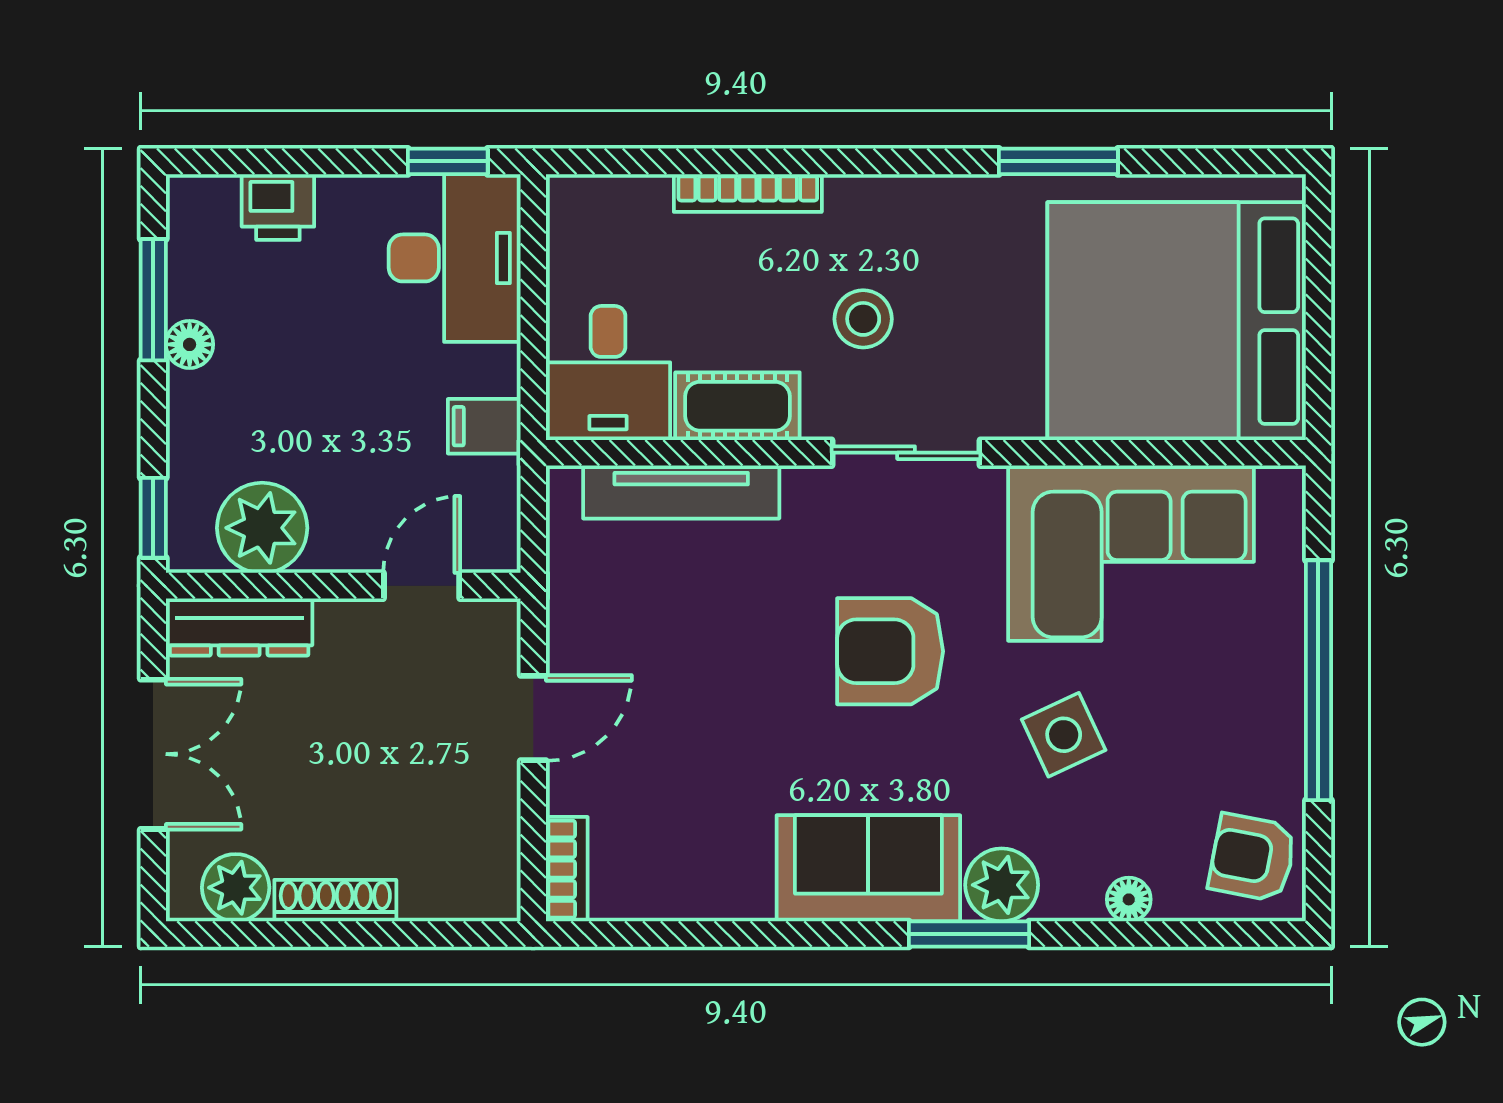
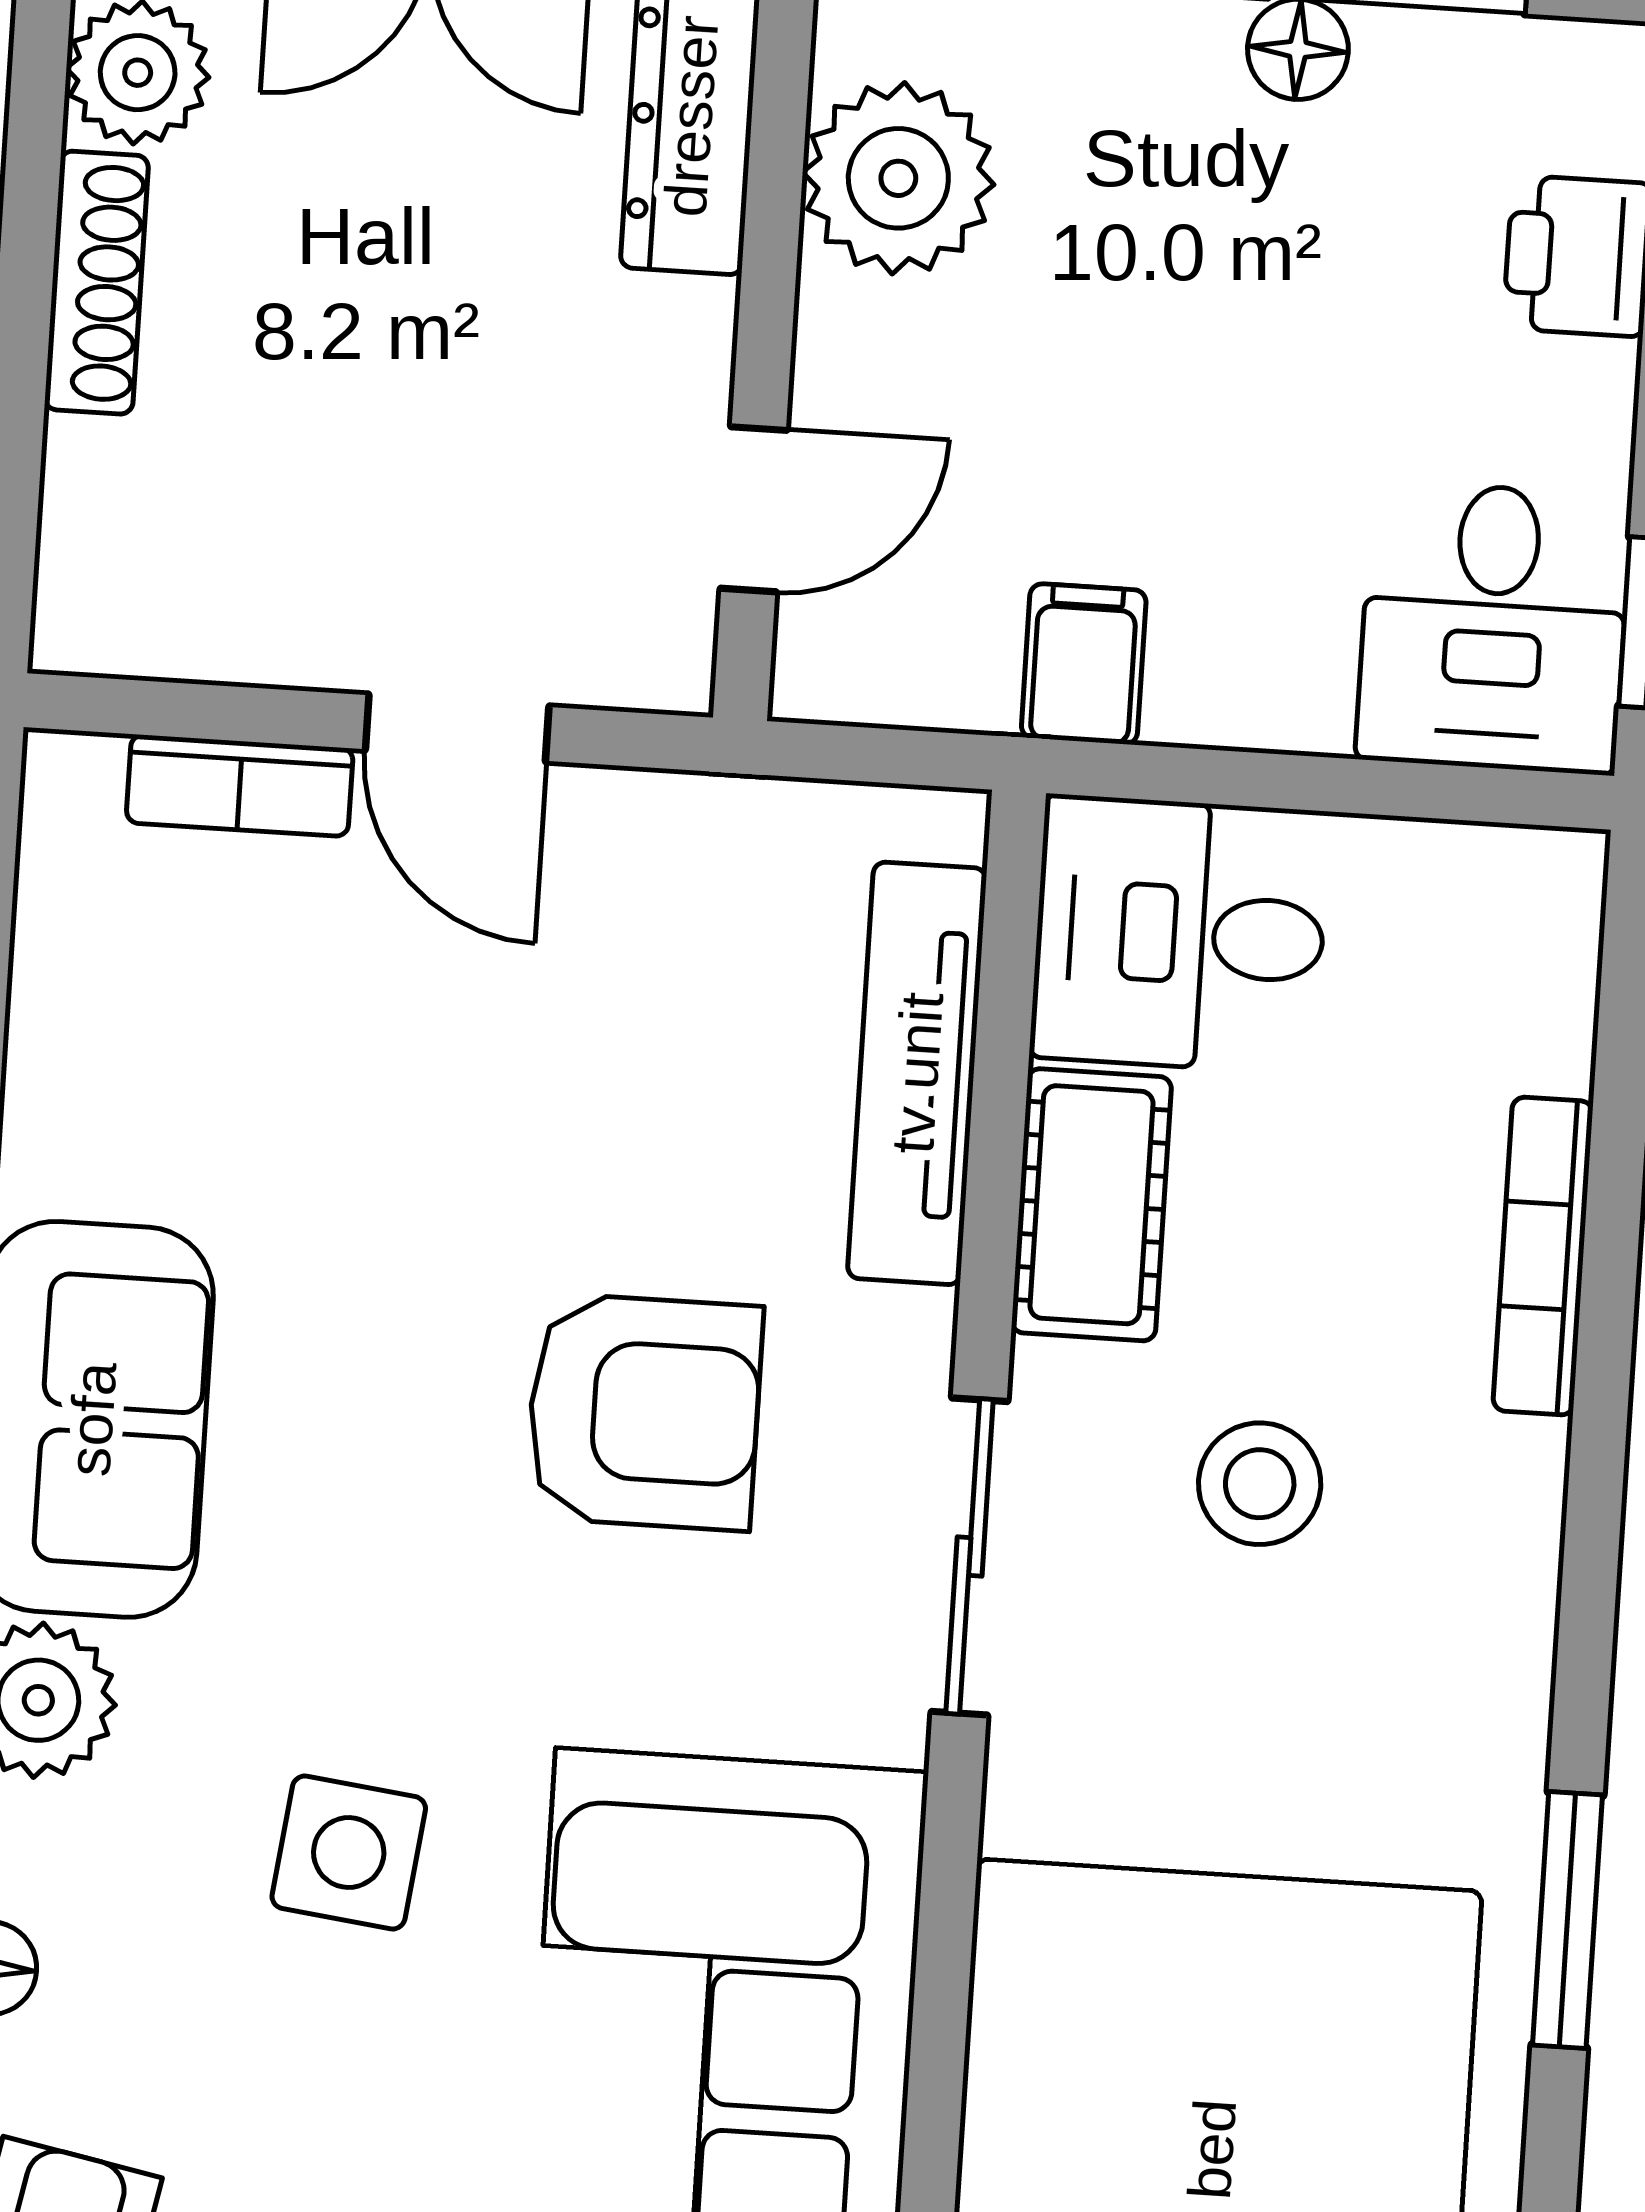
desk: (455, 258) -> (1494, 627), width x0.73
door: (422, 586) -> (754, 509), hinge flipped
armchair: (890, 651) -> (644, 1412), moved, turned 90
side table: (1064, 735) -> (349, 1853), turned 32
bookcase: (567, 869) -> (240, 786), moved

